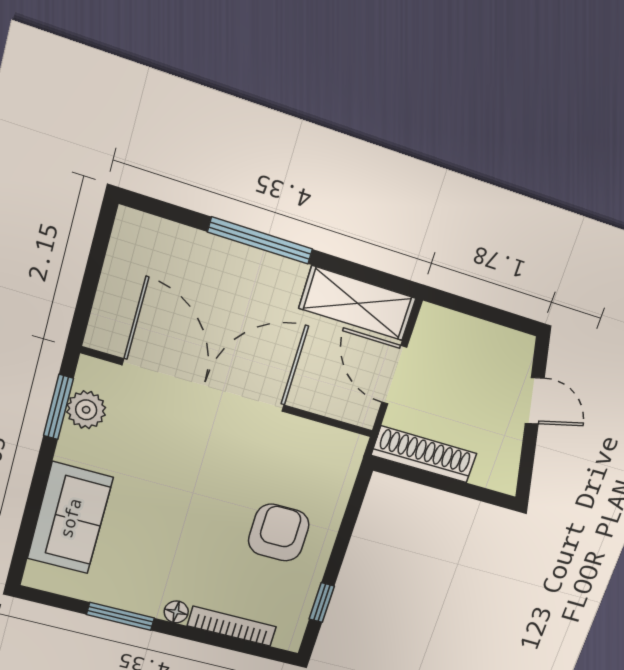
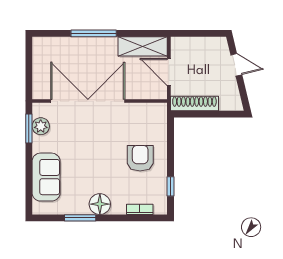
floor lamp: (176, 612) -> (100, 204), width x1.89, depth x1.89
bookcase: (232, 626) -> (140, 209), width x0.64

